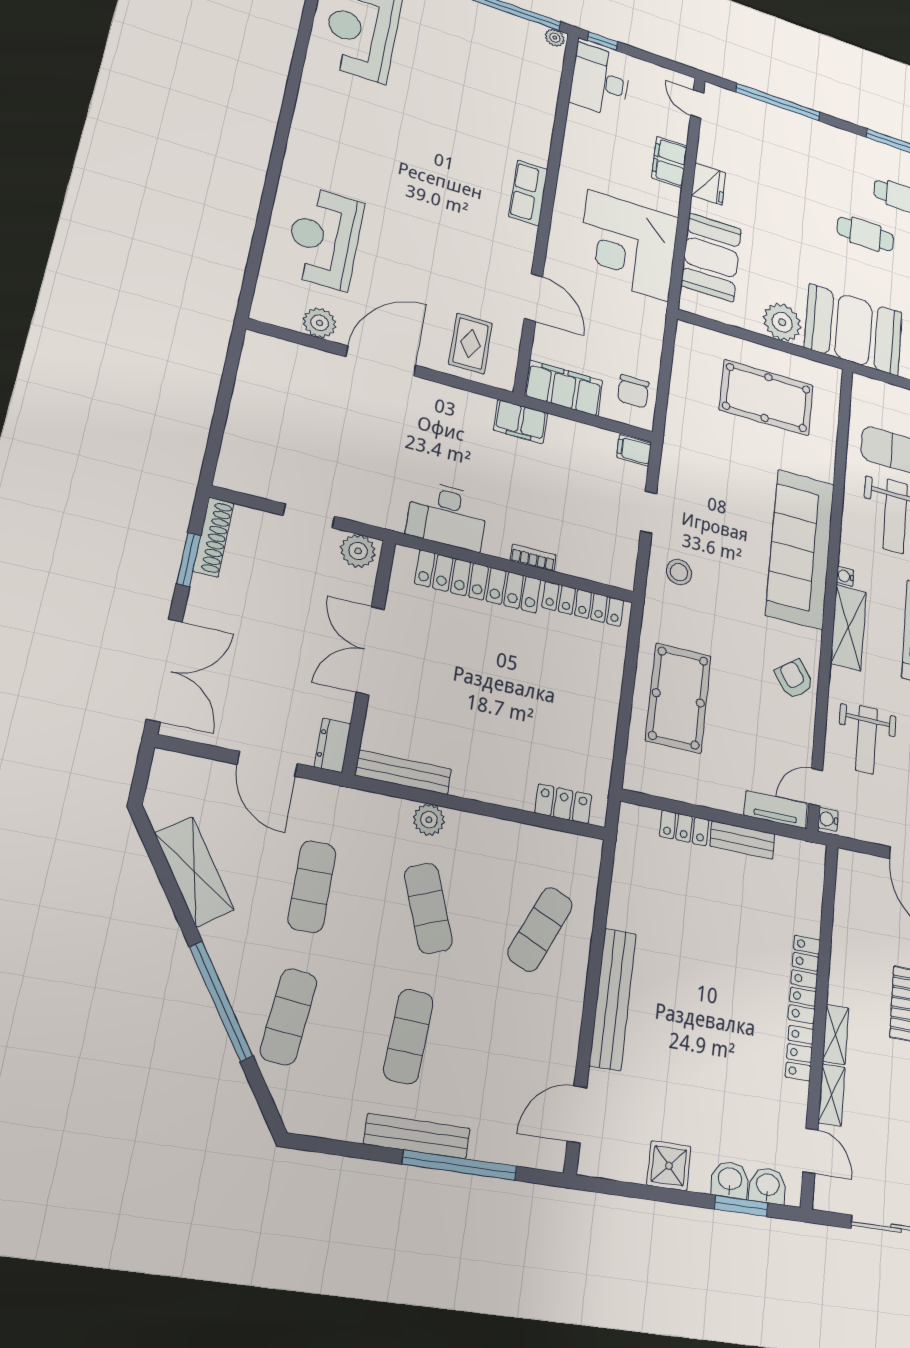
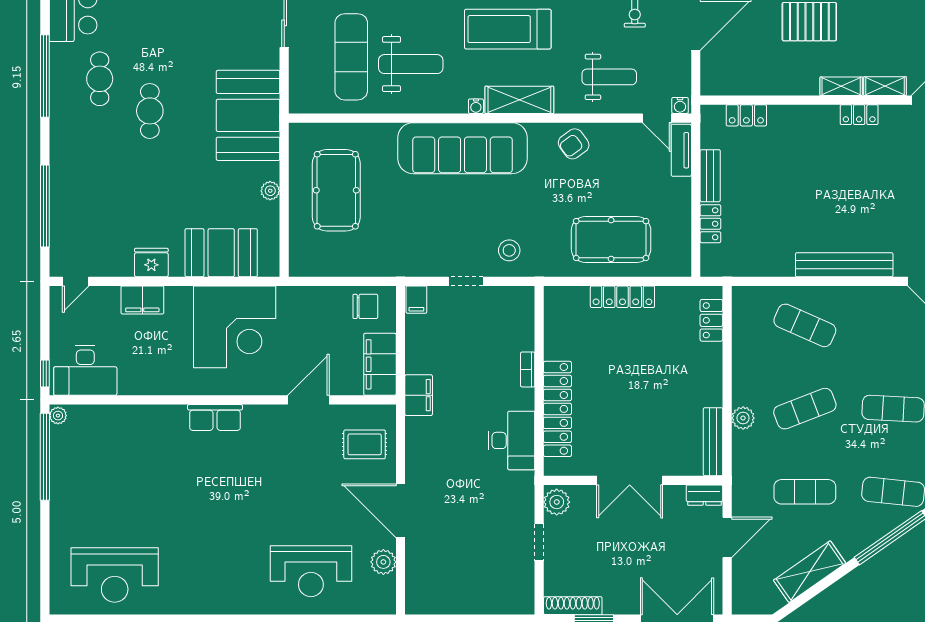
plant: (782, 322) -> (270, 191), width x0.53, depth x0.53
locker: (583, 604) -> (622, 297), moved, turned 90
locker: (804, 979) -> (746, 115), moved, width x0.66

